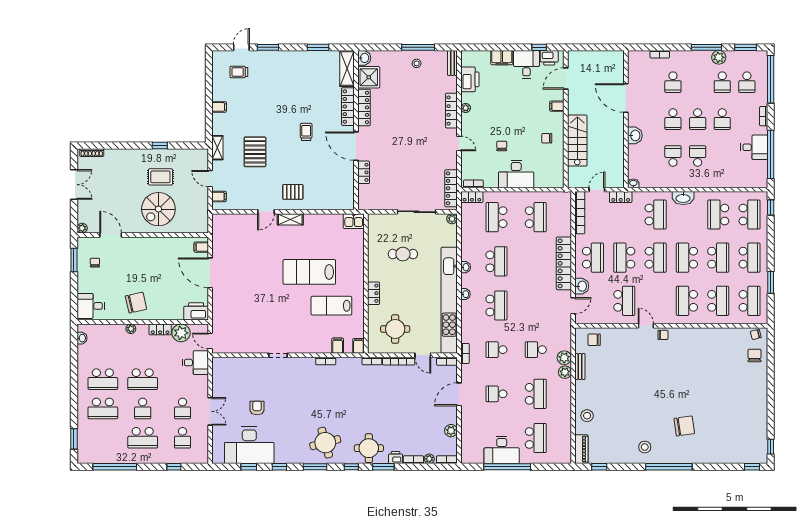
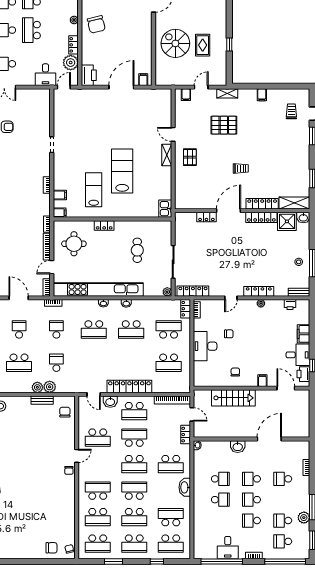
printer: (470, 79) -> (290, 304), width x0.53, depth x0.68
window: (771, 207) -> (157, 561), moved

